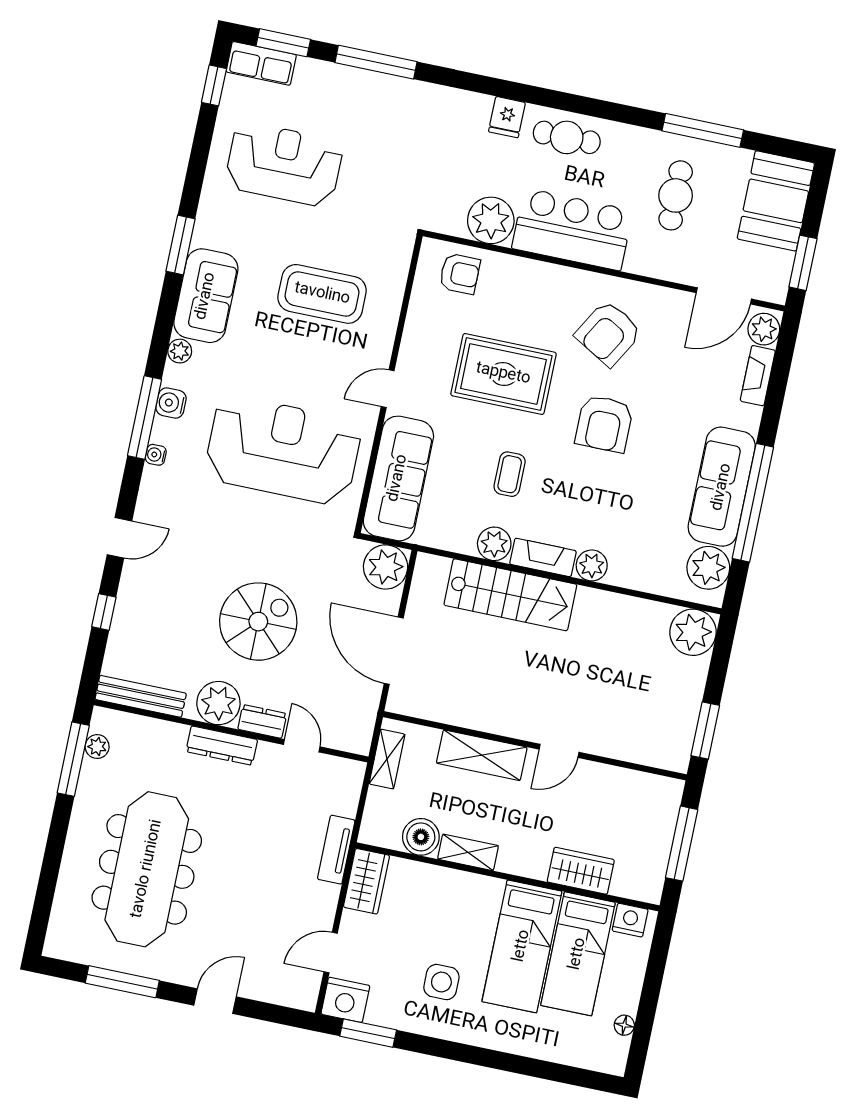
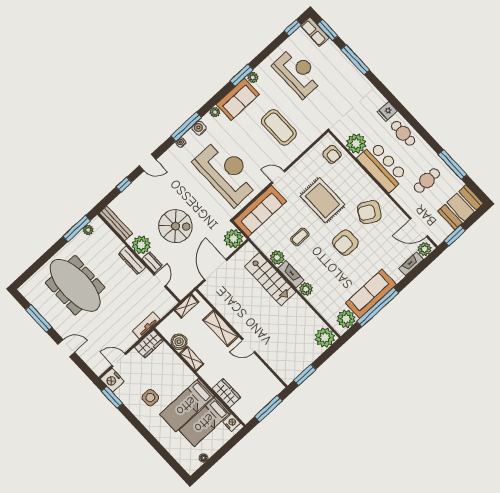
plant: (205, 234) -> (253, 77), added
meeting table: (147, 869) -> (75, 285), turned 90

